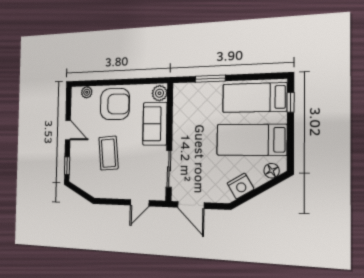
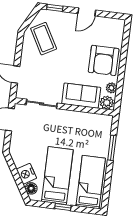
plant: (87, 92) -> (111, 88), moved
window: (291, 102) -> (63, 207), moved
coffee table: (108, 153) -> (44, 39), moved, turned 66
nightstand: (240, 186) -> (26, 174), moved

